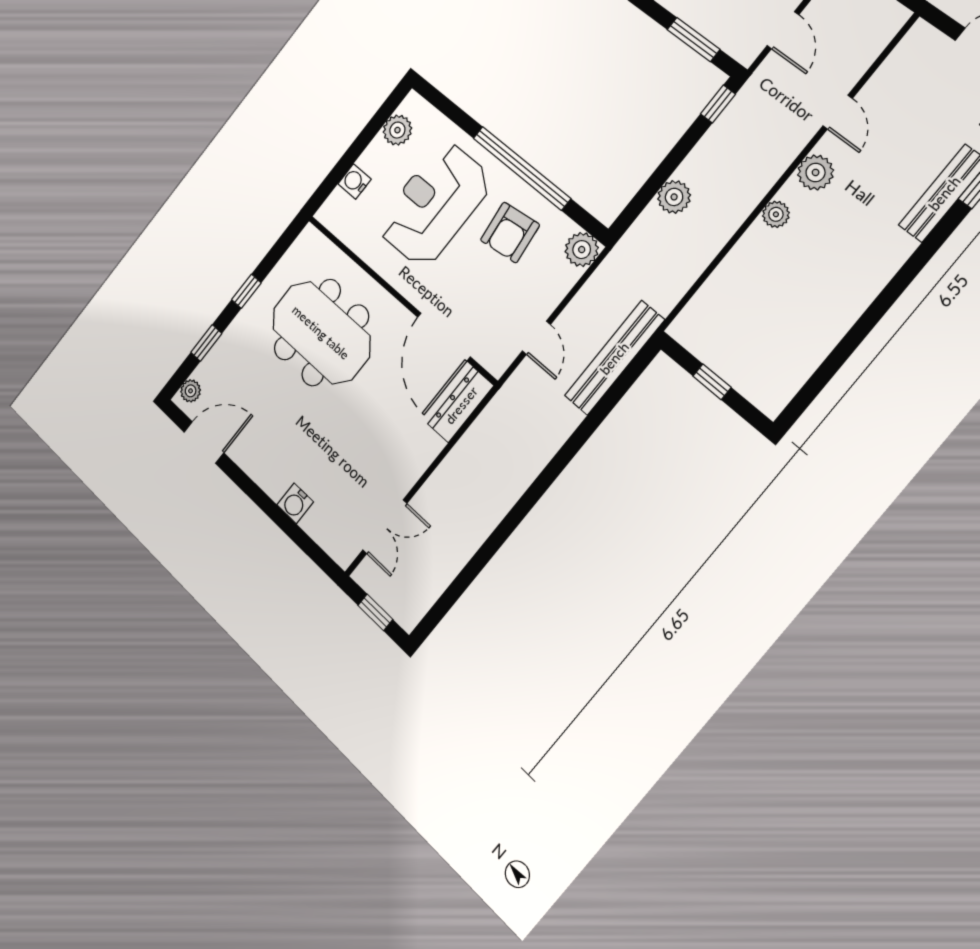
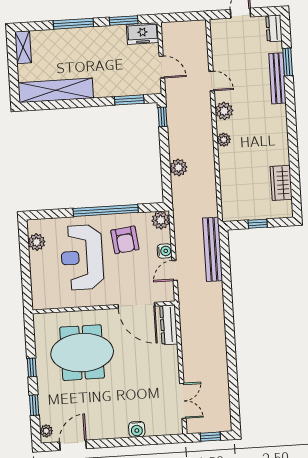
water cooler: (355, 182) -> (165, 251), moved, turned 180
door: (536, 338) -> (175, 270), swing flipped
wardrobe: (803, 355) -> (281, 183), added

